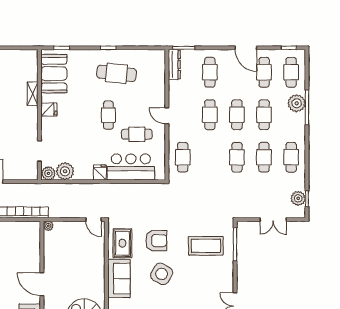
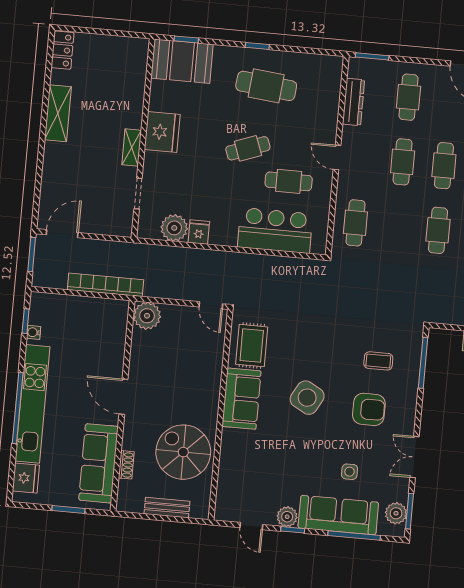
dresser: (174, 64) -> (354, 102), moved
booth: (54, 74) -> (182, 61), moved, turned 90
shelving: (33, 94) -> (132, 147), moved
fridge: (49, 110) -> (162, 132), width x1.88, depth x1.34
cafe table: (108, 115) -> (248, 148), turned 70
plant: (48, 173) -> (149, 229), removed
fridge: (100, 173) -> (199, 232), moved
plant: (48, 226) -> (147, 316), width x1.88, depth x1.88
armchair: (156, 241) -> (369, 409), moved
coffee table: (206, 246) -> (378, 361), width x0.54, depth x0.58

